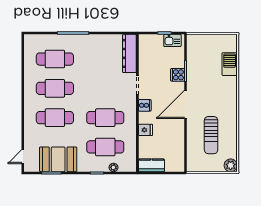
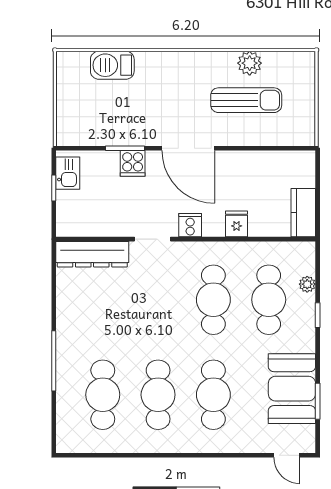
plant: (231, 165) -> (250, 63), moved

